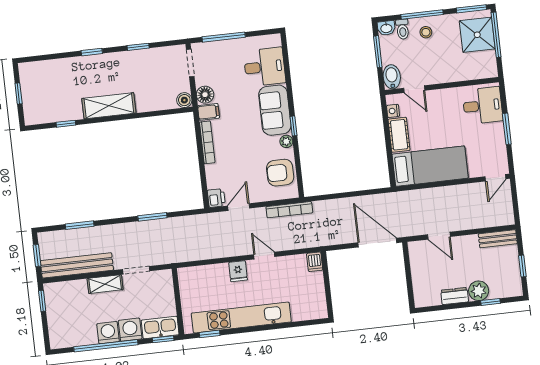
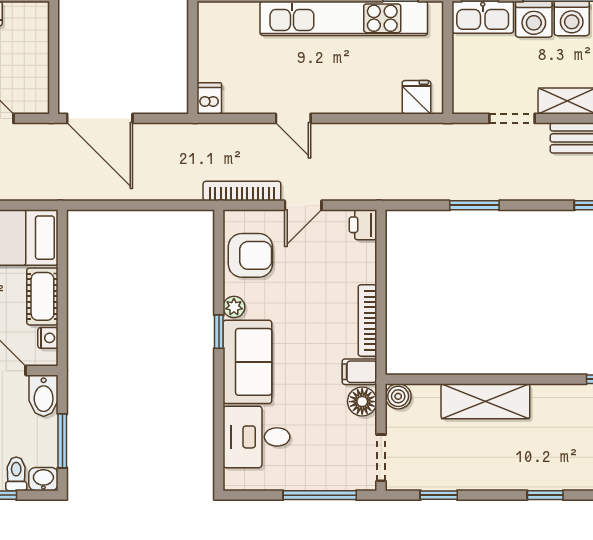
window: (138, 47) -> (439, 495), moved
shelving: (109, 106) -> (485, 401), moved
door: (239, 207) -> (303, 205), moved
fridge: (238, 271) -> (416, 97), moved

